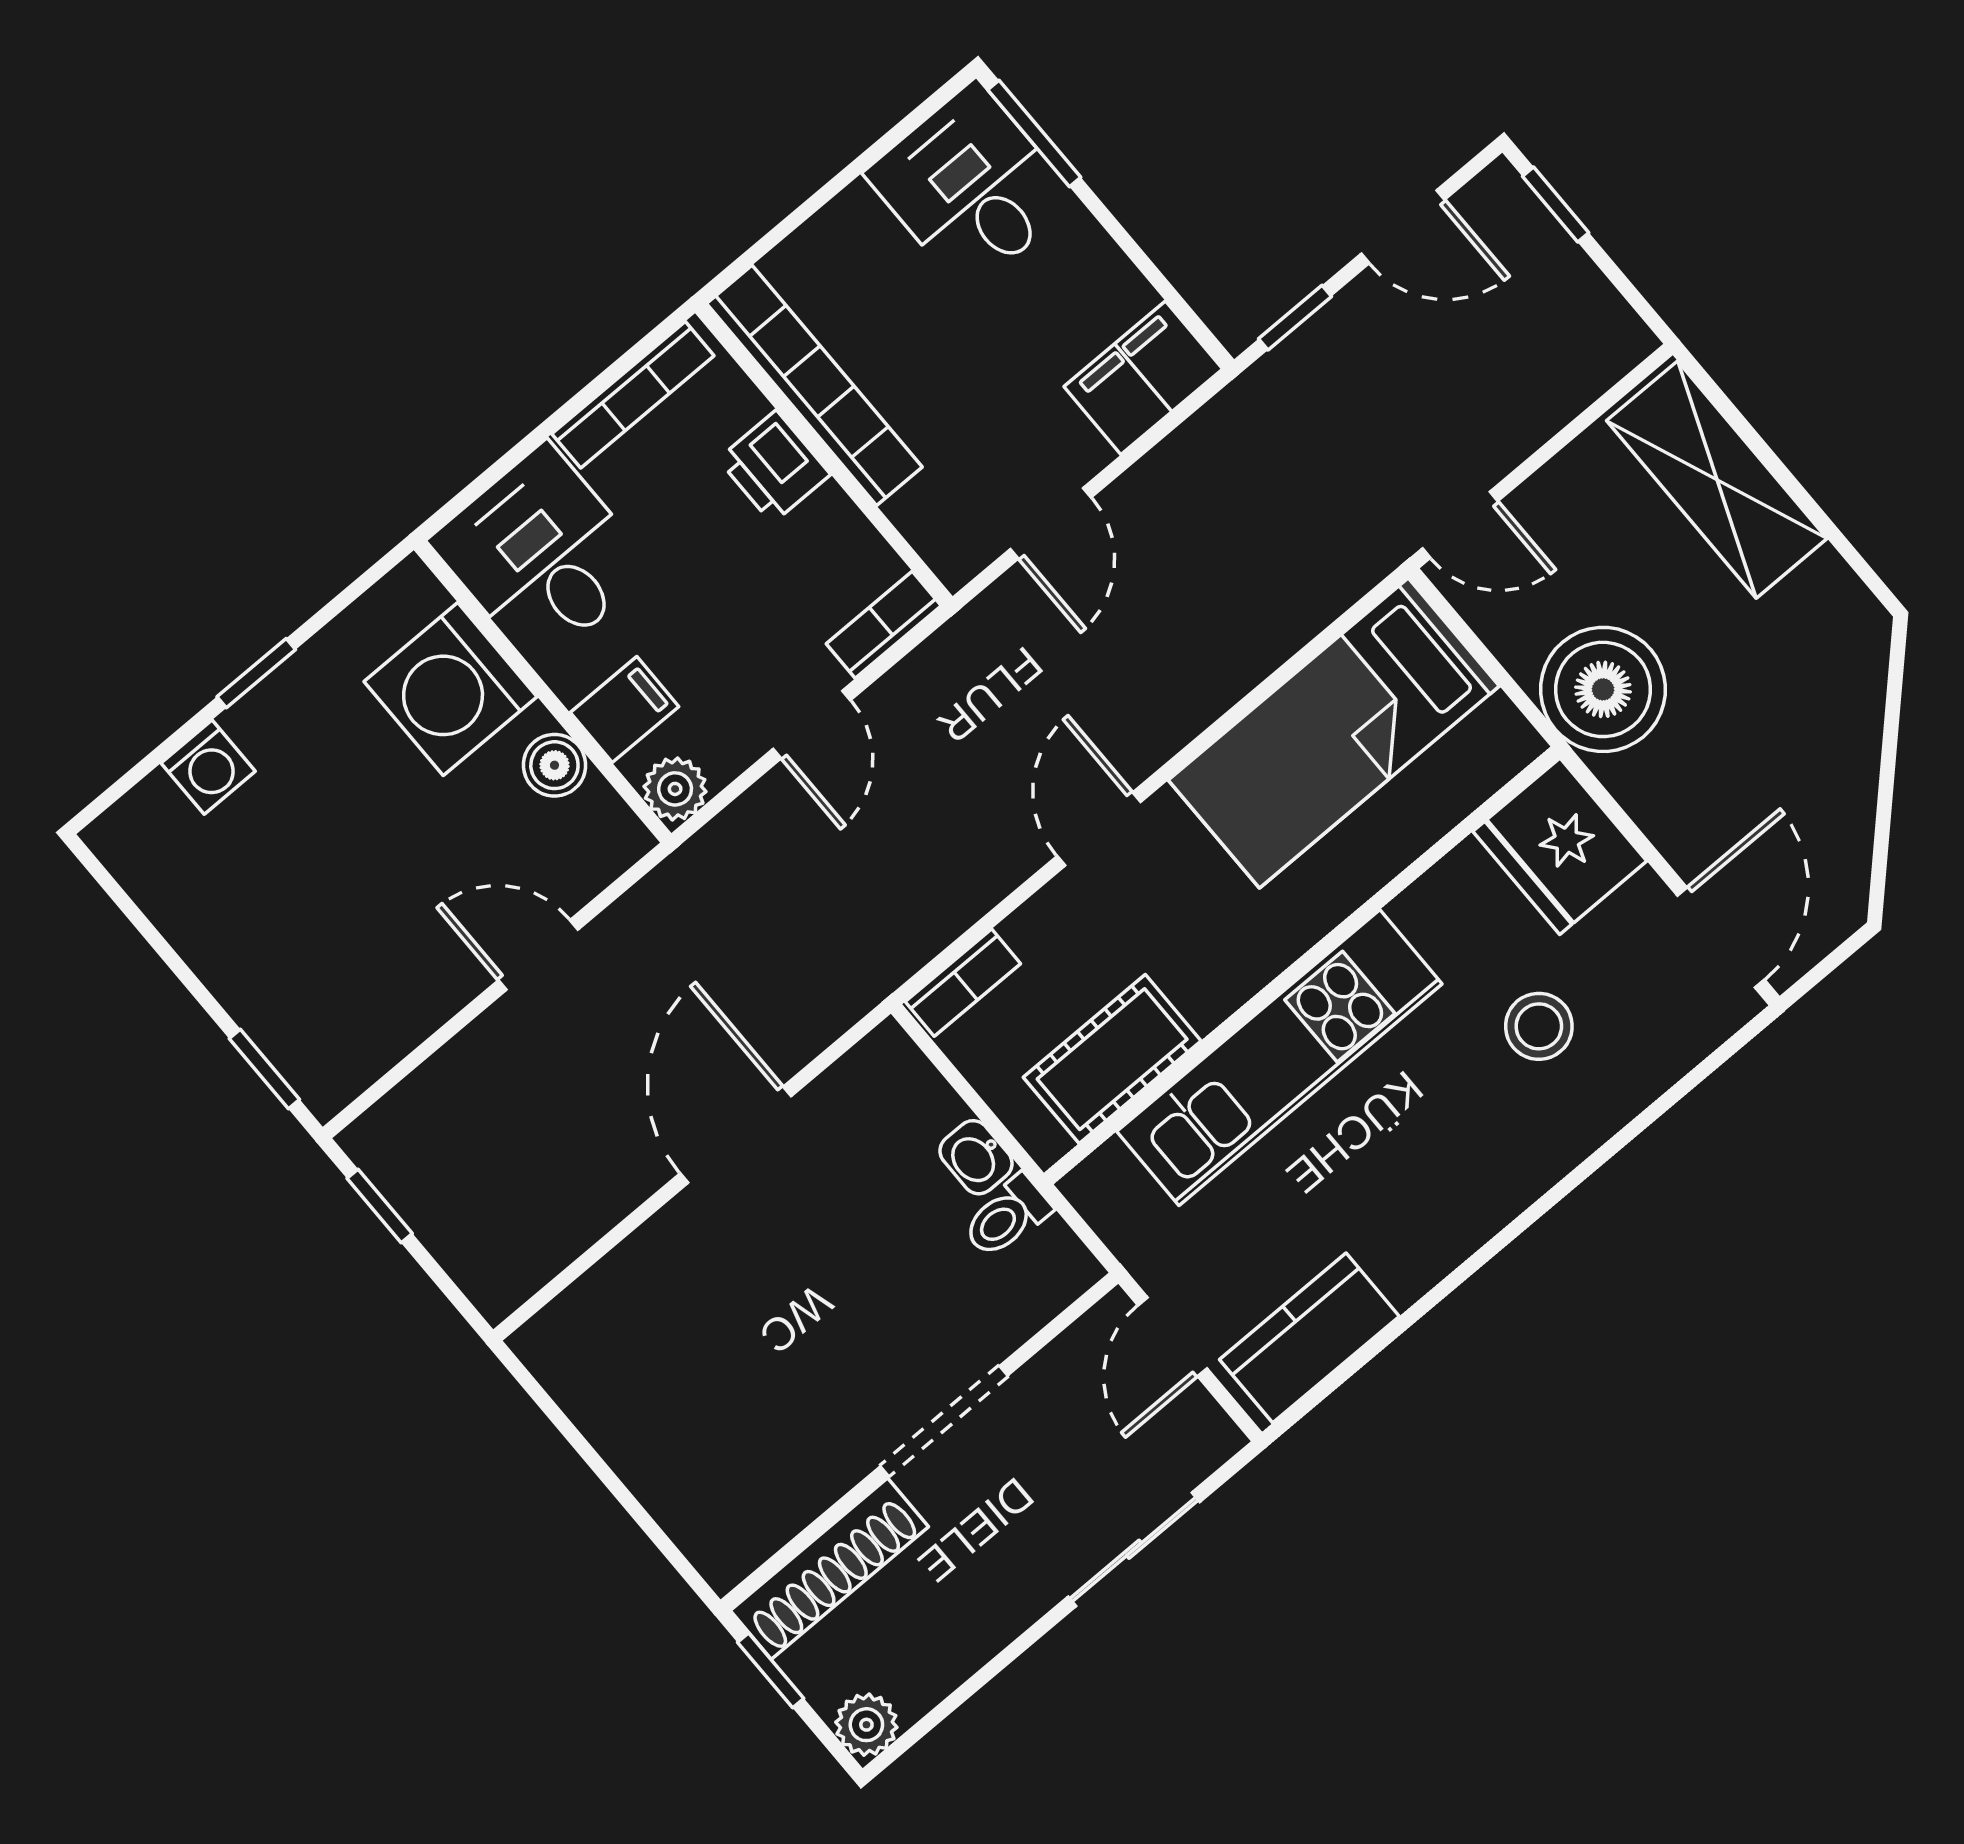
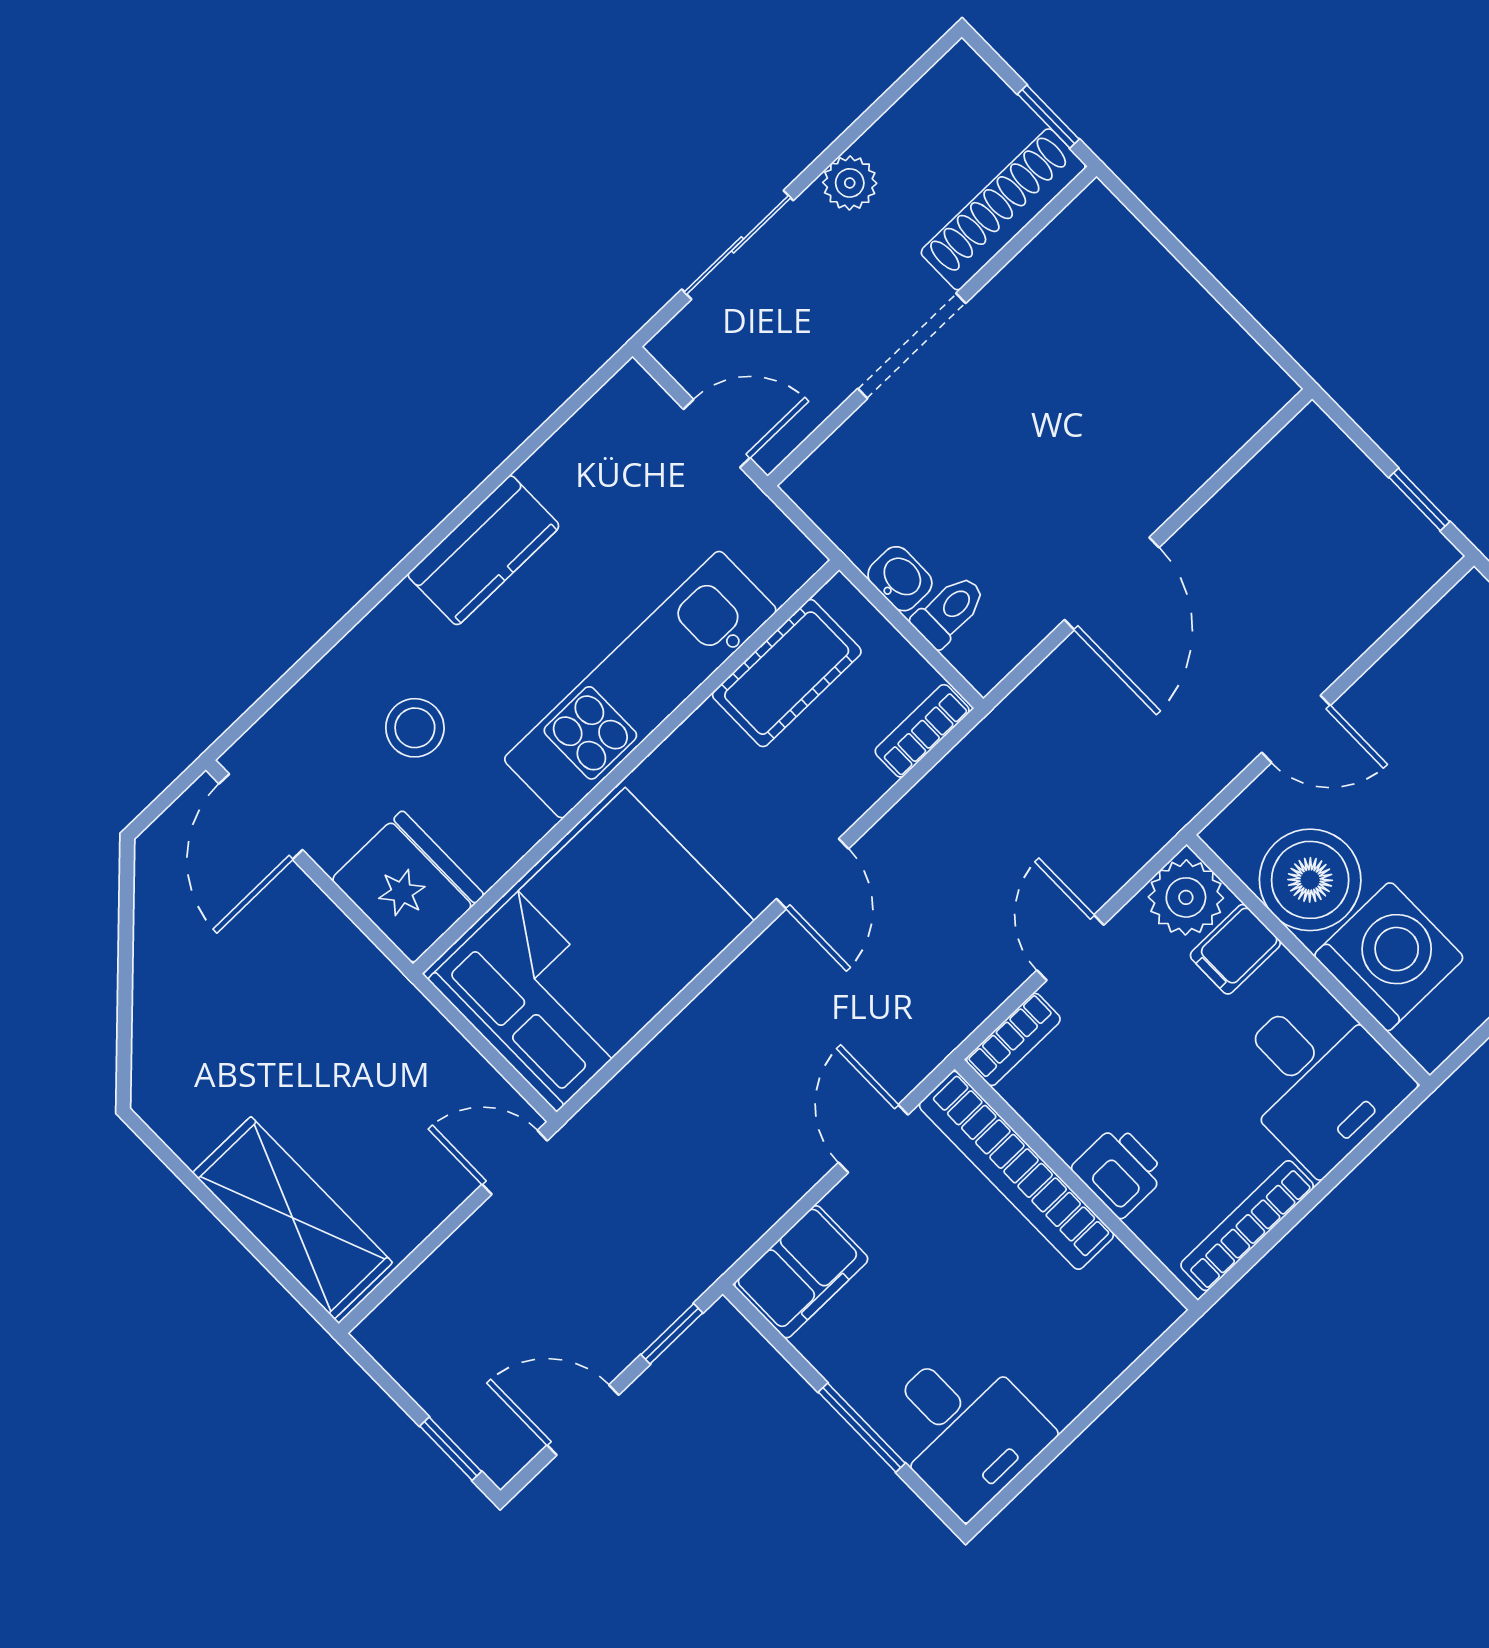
window: (1034, 133) -> (862, 1428), moved
bookcase: (814, 385) -> (1016, 1170), moved
boiler: (1603, 689) -> (379, 1027), removed
bed: (1334, 733) -> (591, 950), width x1.50
boiler: (554, 765) -> (1310, 880), width x1.86, depth x1.86
plant: (675, 789) -> (1186, 897), width x1.38, depth x1.38
toilet: (1007, 1217) -> (949, 611), moved
door: (1173, 1337) -> (717, 433), hinge flipped
kitchen counter: (1309, 1338) -> (484, 550), moved
plant: (866, 1725) -> (850, 183), moved

